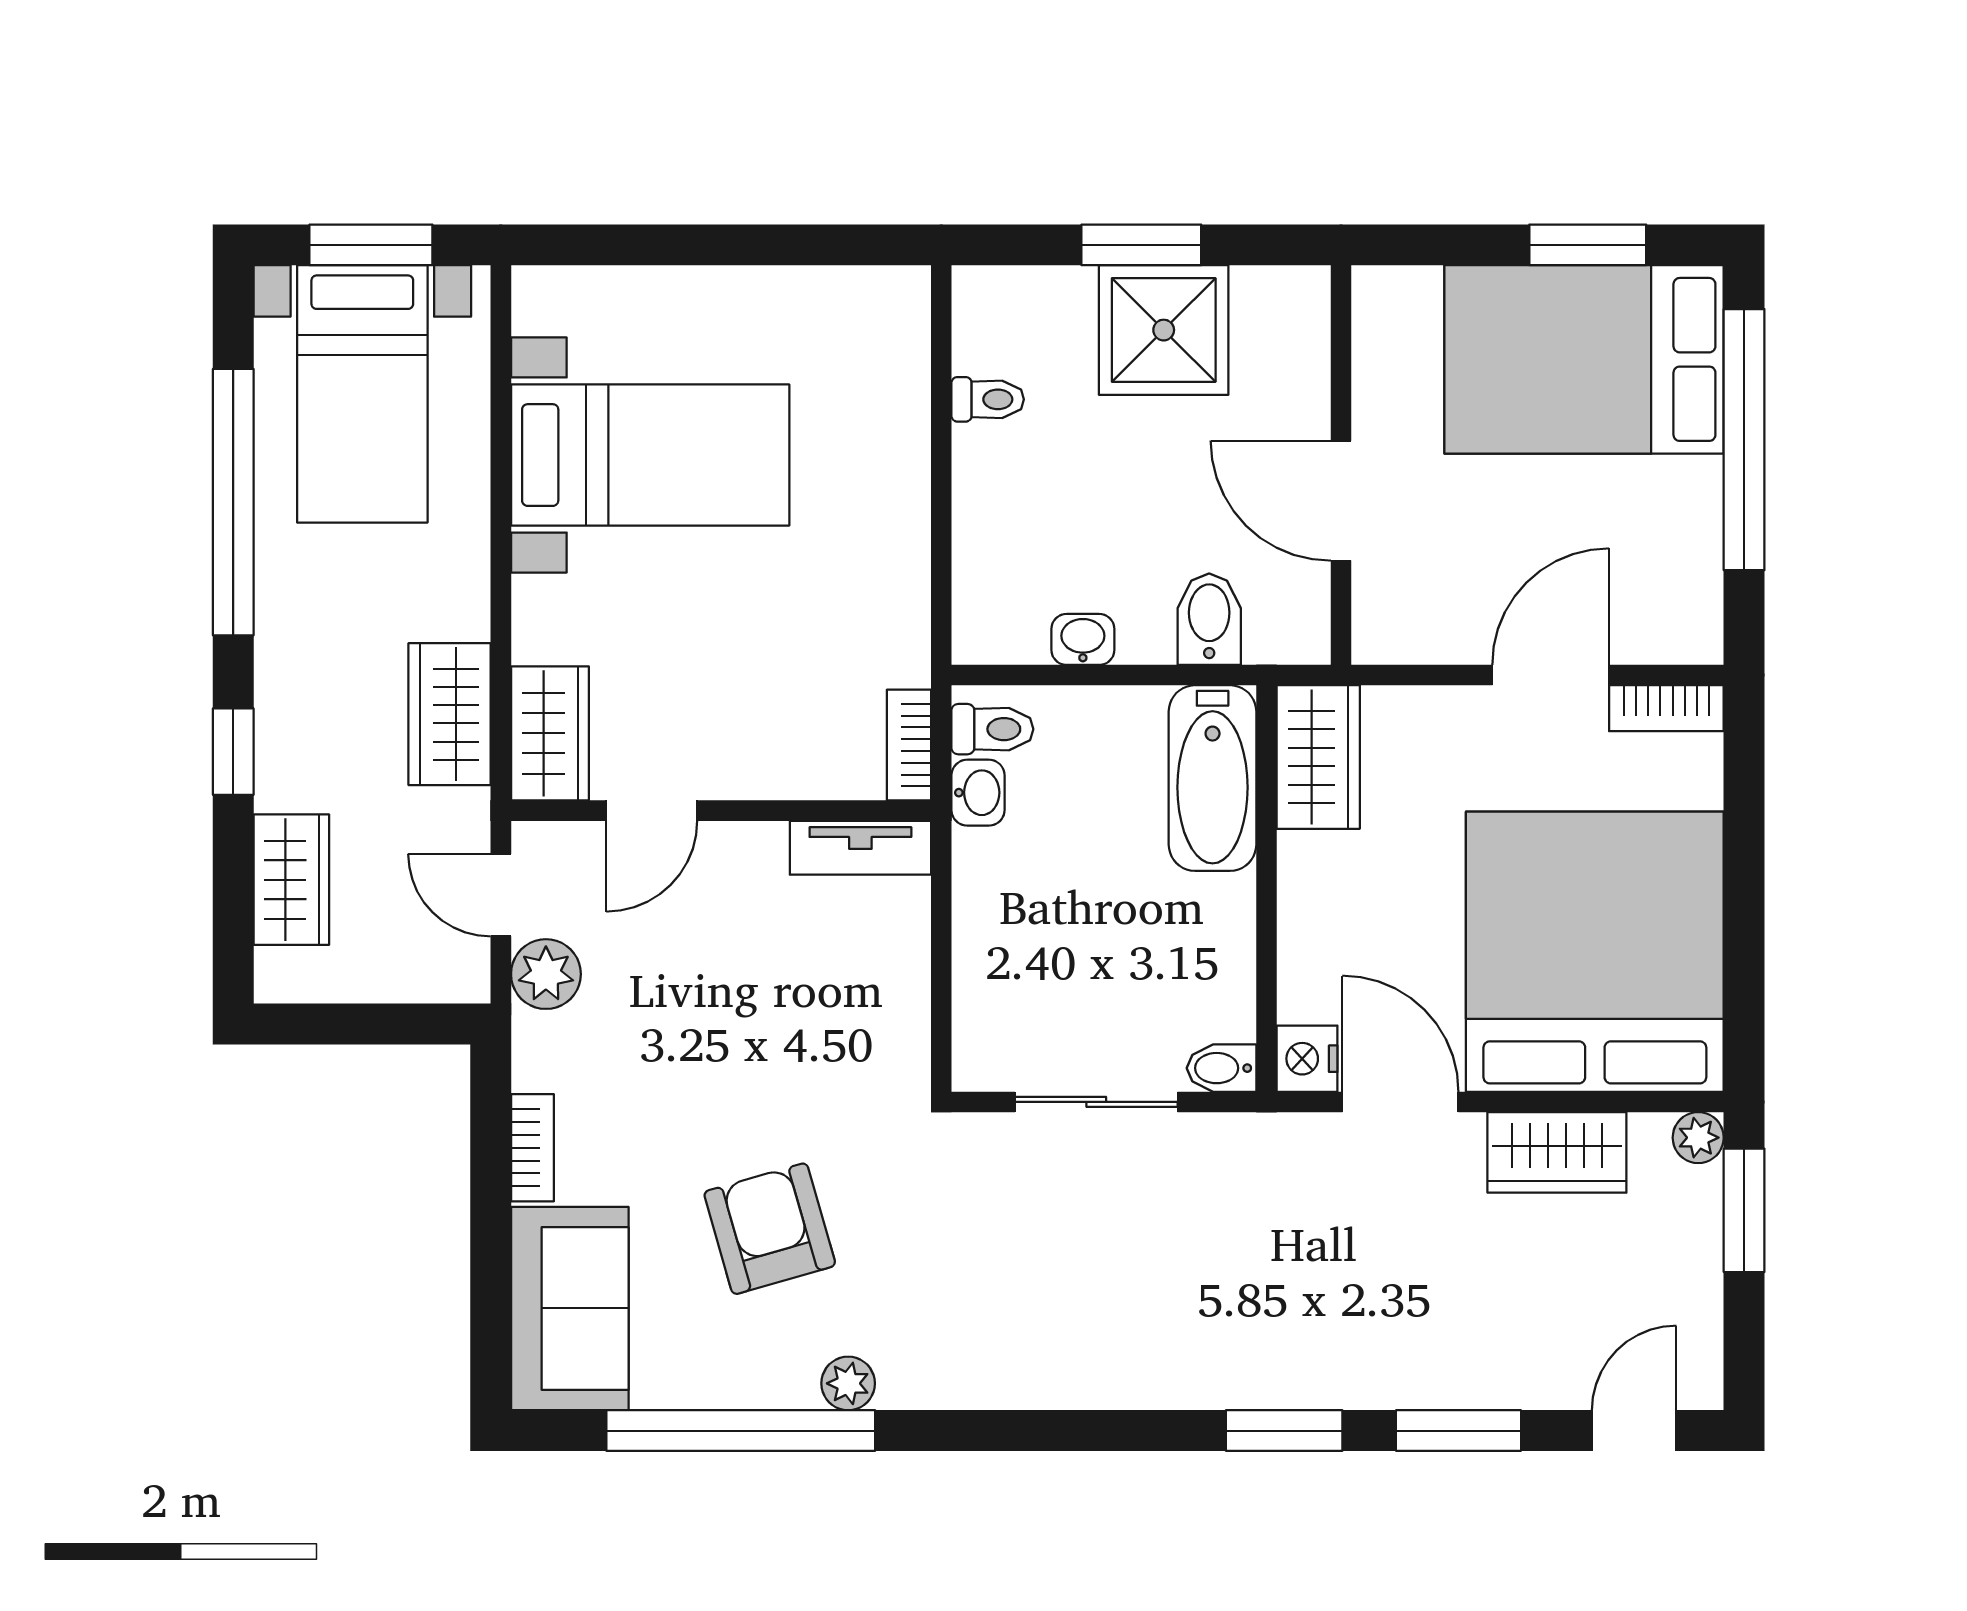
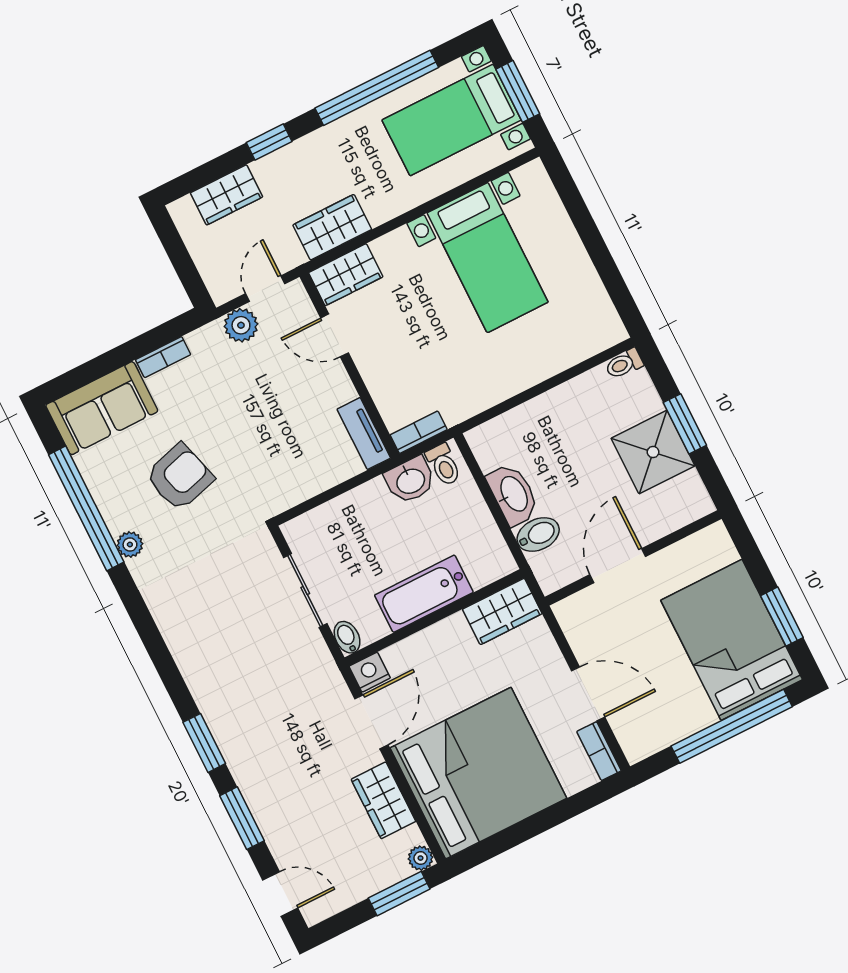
toilet: (988, 399) -> (624, 364), moved, turned 90
washbasin: (1083, 639) -> (513, 494), width x1.91, depth x1.45
bathtub: (1213, 778) -> (424, 594), moved
washbasin: (978, 793) -> (410, 480), width x1.38, depth x1.45

